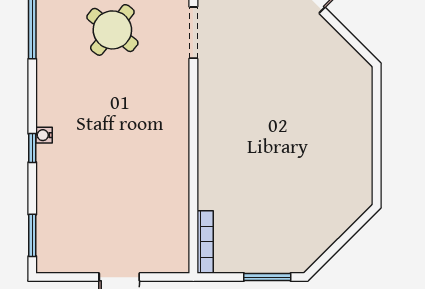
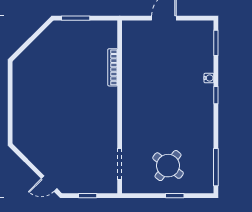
water cooler: (44, 135) -> (209, 78), moved
bookcase: (205, 242) -> (113, 67), moved

